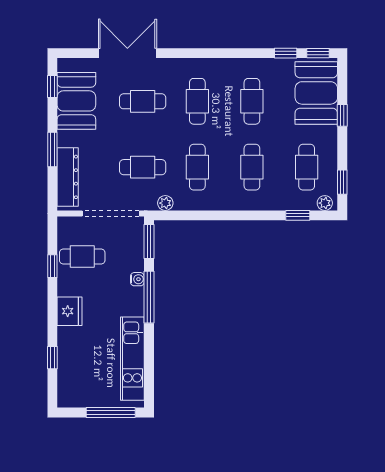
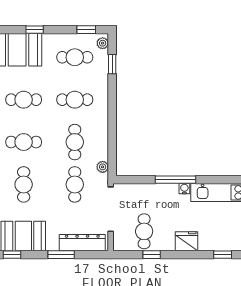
cafe table: (197, 167) -> (75, 142), turned 90
window: (149, 242) -> (132, 180), removed
water cooler: (137, 279) -> (184, 189), moved

